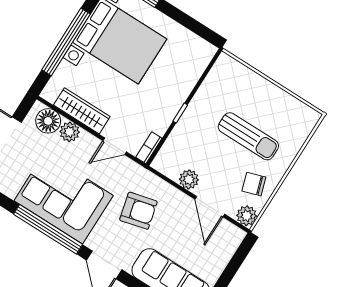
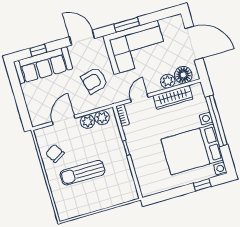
chair: (254, 184) -> (55, 153), turned -103
door: (210, 207) -> (64, 120), hinge flipped
plant: (247, 216) -> (102, 118), moved
window: (48, 229) -> (127, 25), width x0.47

